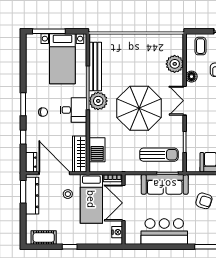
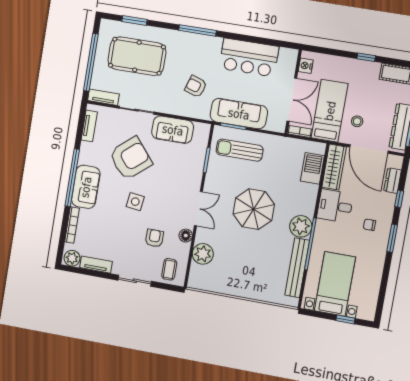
window: (49, 31) -> (345, 319), width x0.46
parasol: (139, 108) -> (254, 209), width x0.73, depth x0.73
desk: (73, 110) -> (335, 206), moved
dresser: (31, 162) -> (392, 181), moved

